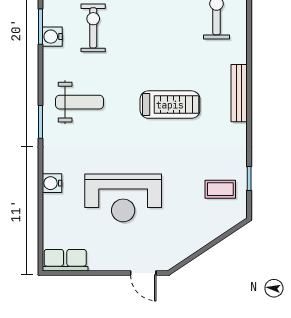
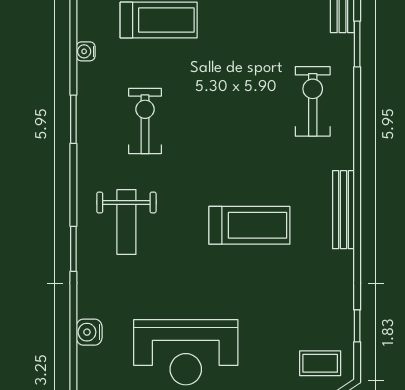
water cooler: (52, 37) -> (89, 133), removed
weight bench: (80, 102) -> (126, 222), turned 90
coffee table: (220, 189) -> (320, 363), moved

